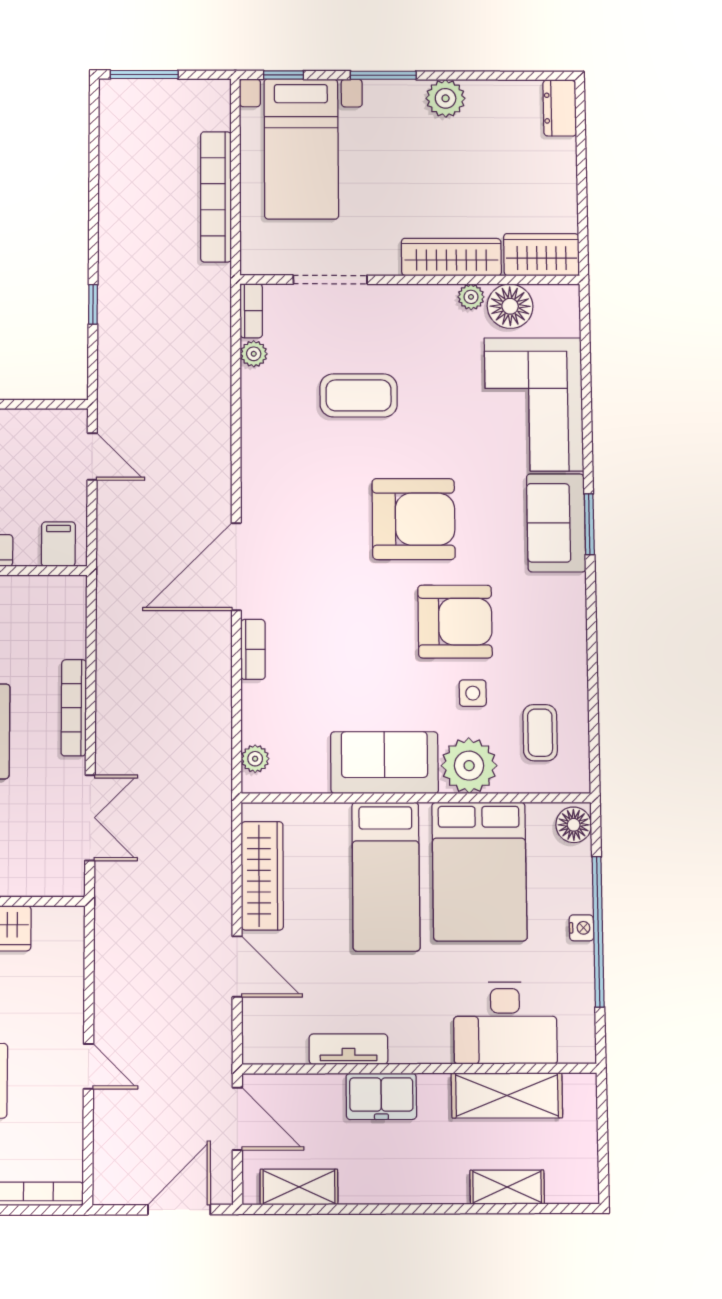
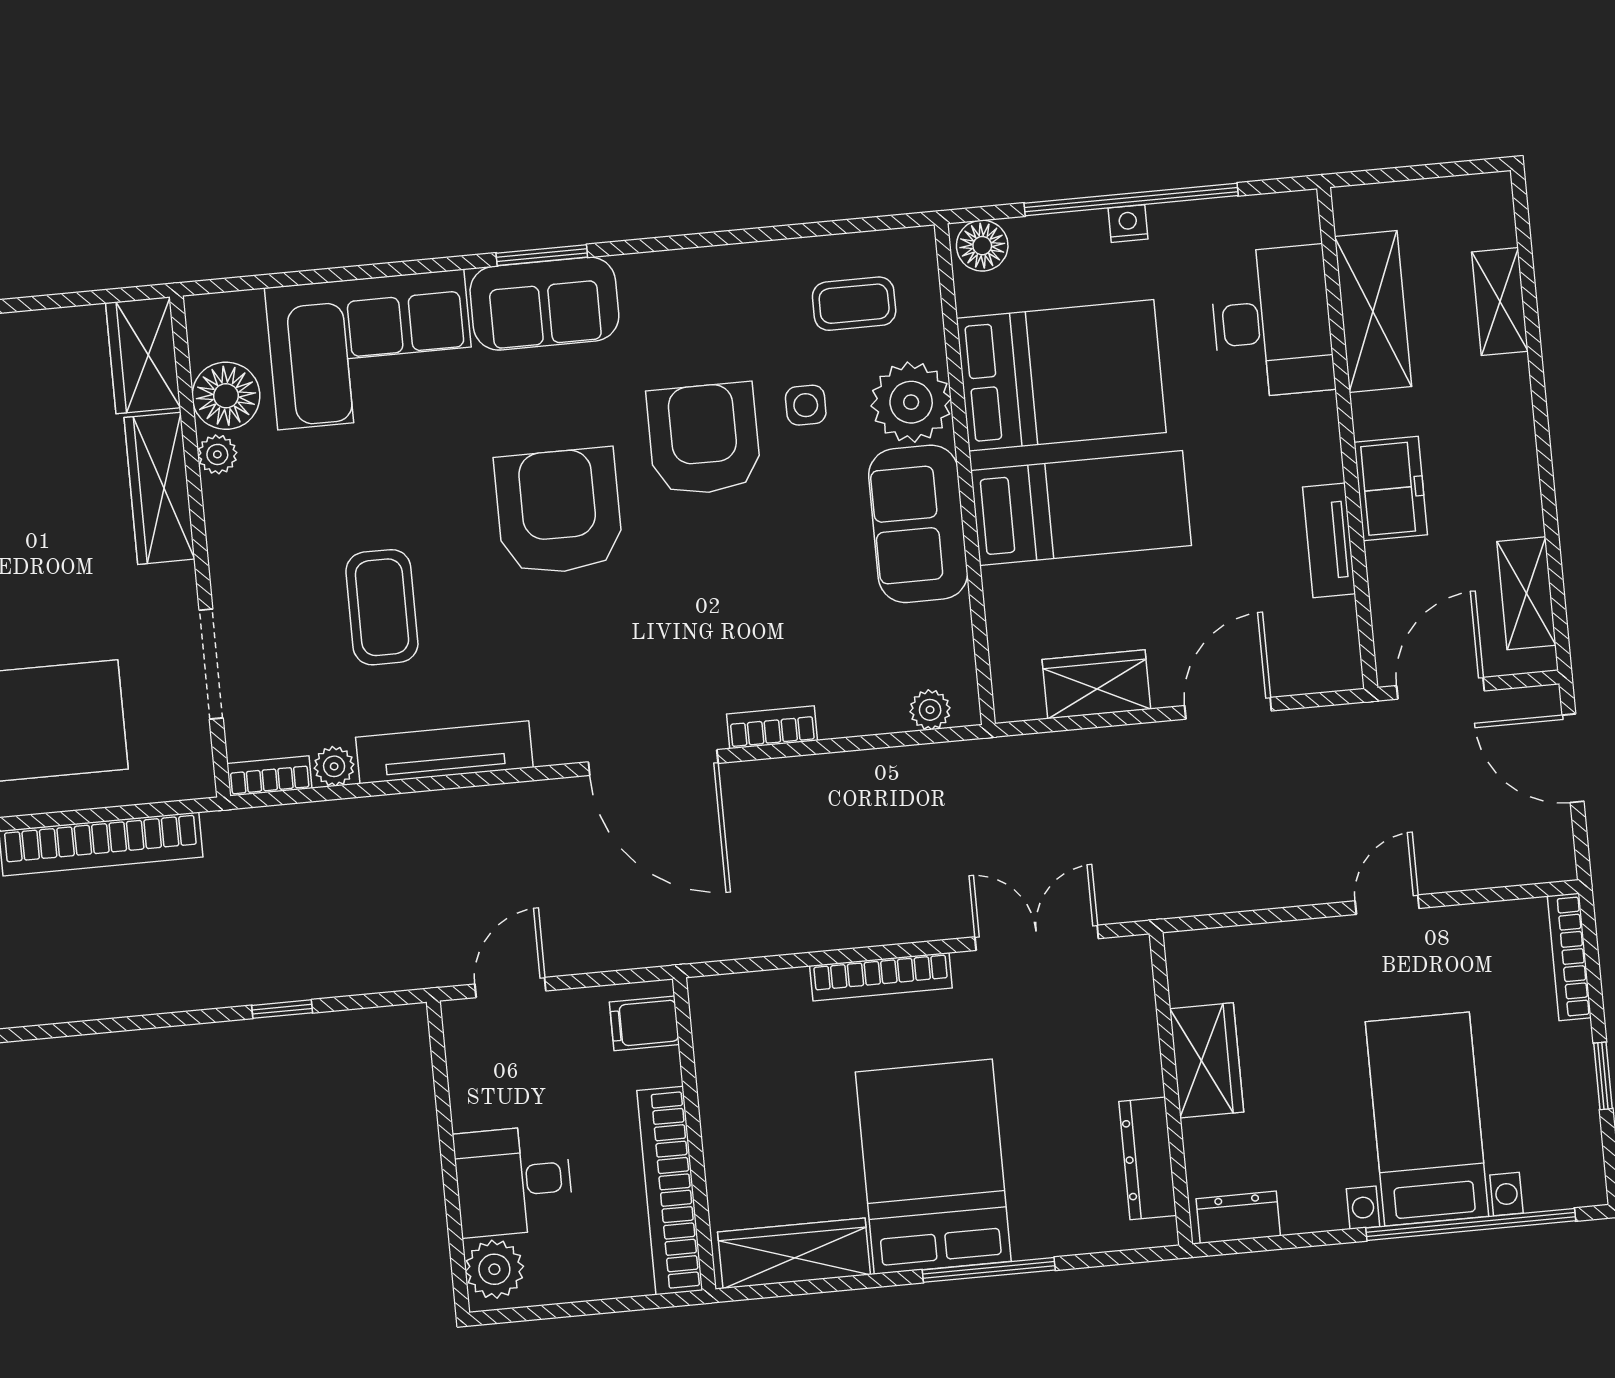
tv unit: (256, 428) -> (444, 752), added
wardrobe: (262, 876) -> (1096, 684), width x0.67

